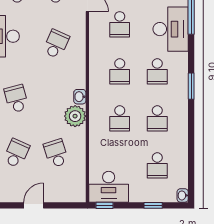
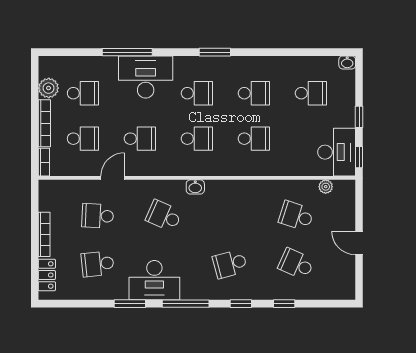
washbasin: (80, 97) -> (195, 187), moved
plant: (75, 116) -> (326, 187), moved, width x0.53, depth x0.53
school desk: (56, 153) -> (296, 216), turned 36
window: (153, 205) -> (359, 117), moved

